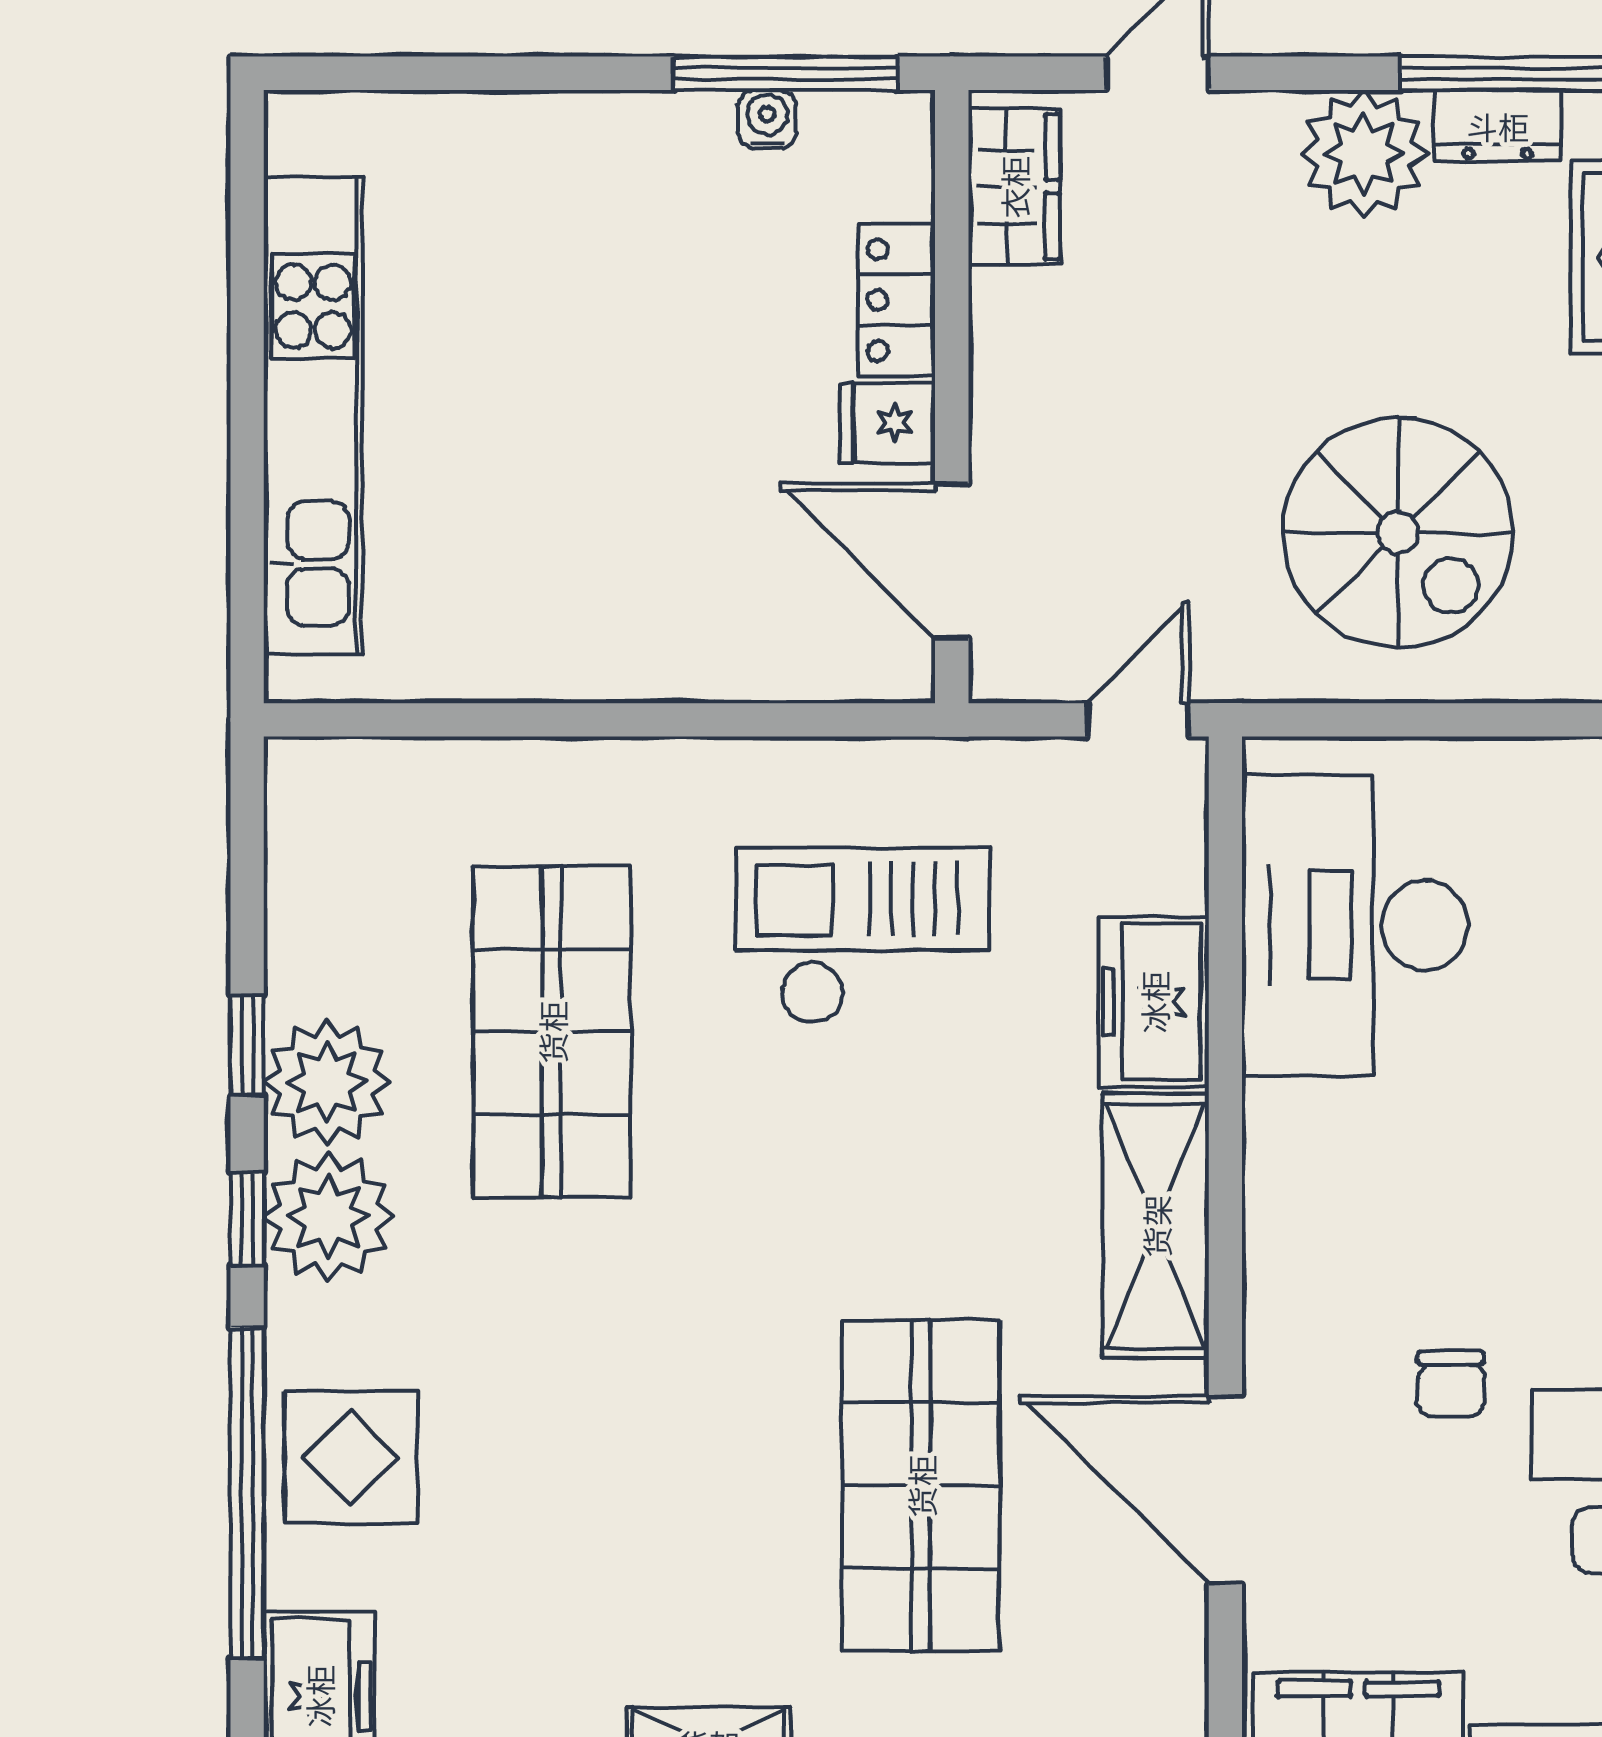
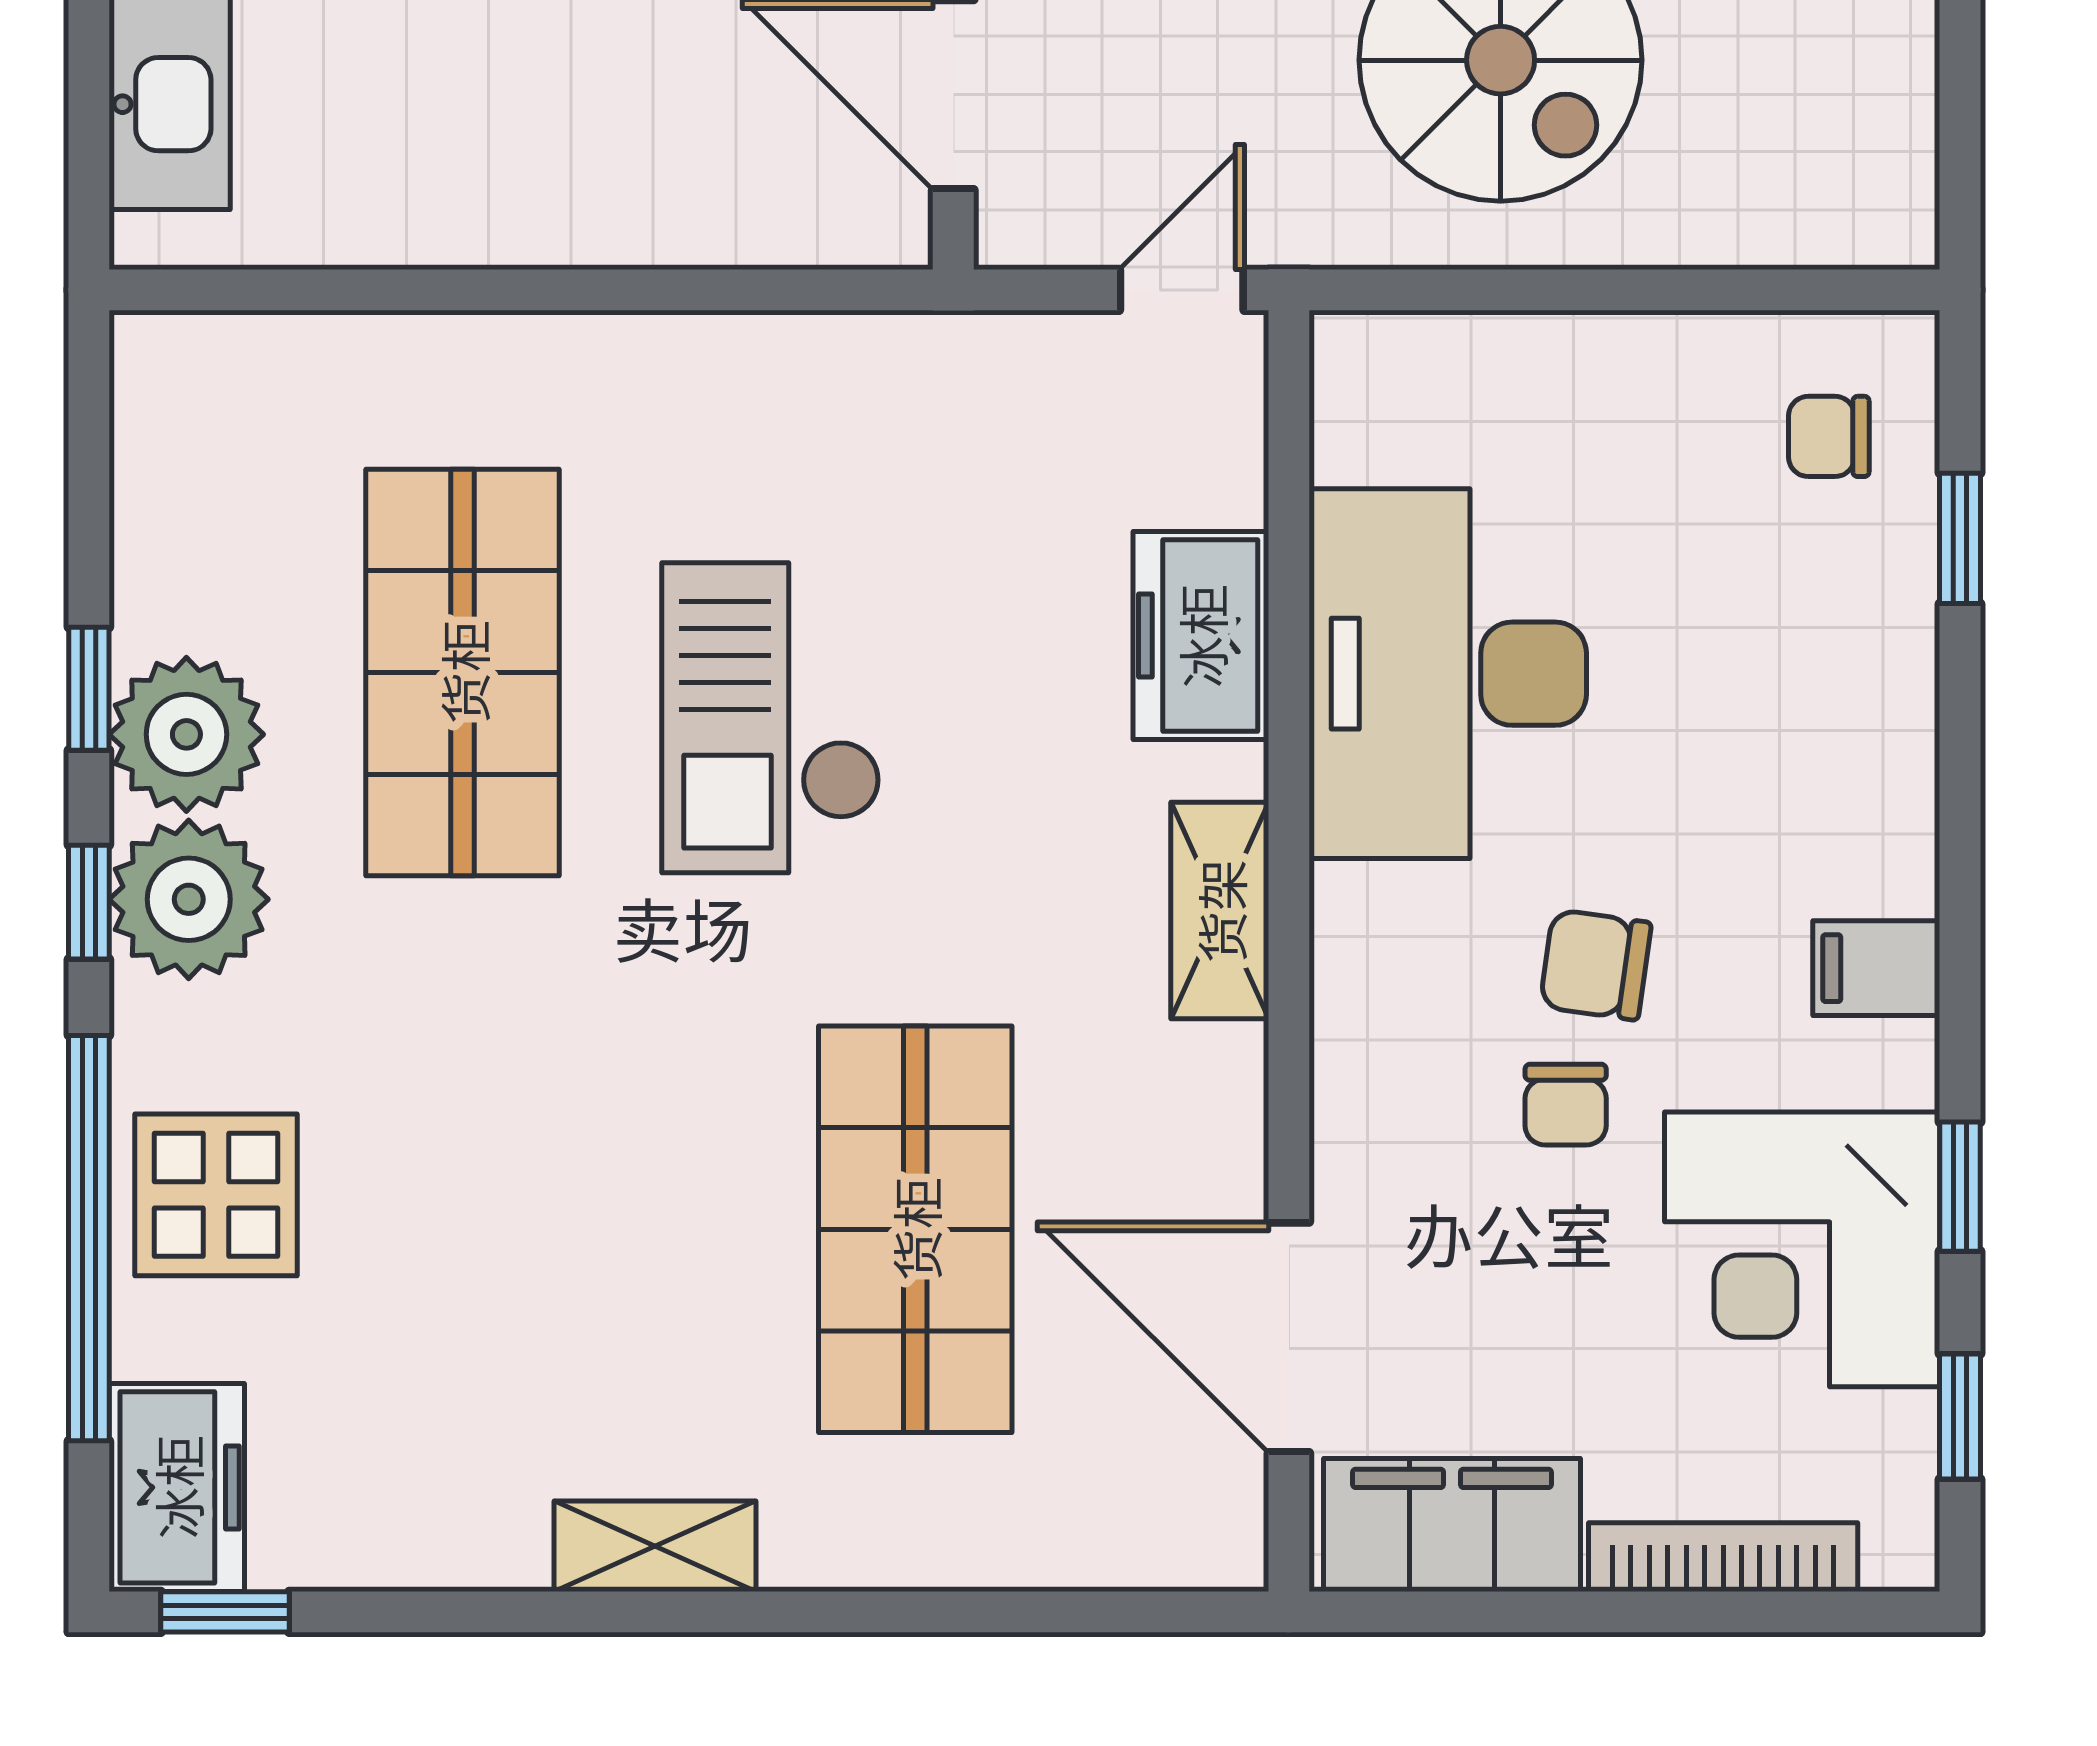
desk: (1355, 925) -> (1448, 674), moved
checkout: (863, 936) -> (771, 718), moved, turned -90
shelving: (1156, 1226) -> (1220, 911), width x0.67, depth x0.75
chair: (1475, 1270) -> (1596, 965), added
door: (1225, 1490) -> (1289, 1337), moved

